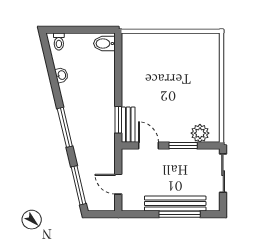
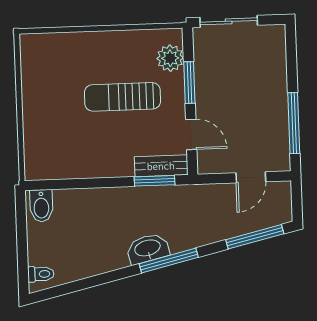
washbasin: (62, 75) -> (148, 249), moved, width x1.91, depth x1.45
sun lounger: (175, 100) -> (122, 97), added
door: (148, 145) -> (191, 134), swing flipped
bench: (175, 203) -> (277, 91), removed
window: (180, 214) -> (294, 123), moved

